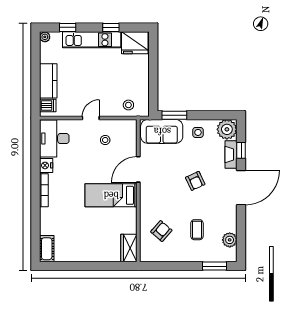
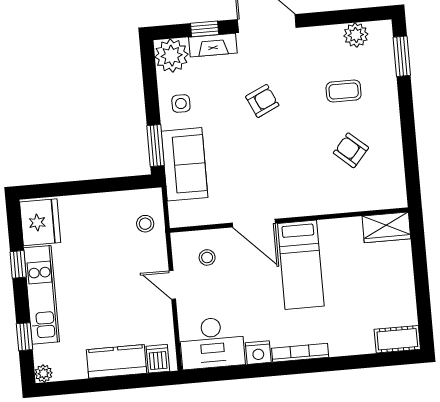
door: (138, 169) -> (254, 223), moved
wall: (138, 191) -> (289, 220), moved
bed: (111, 195) -> (301, 265), moved
wardrobe: (129, 248) -> (386, 227), moved

